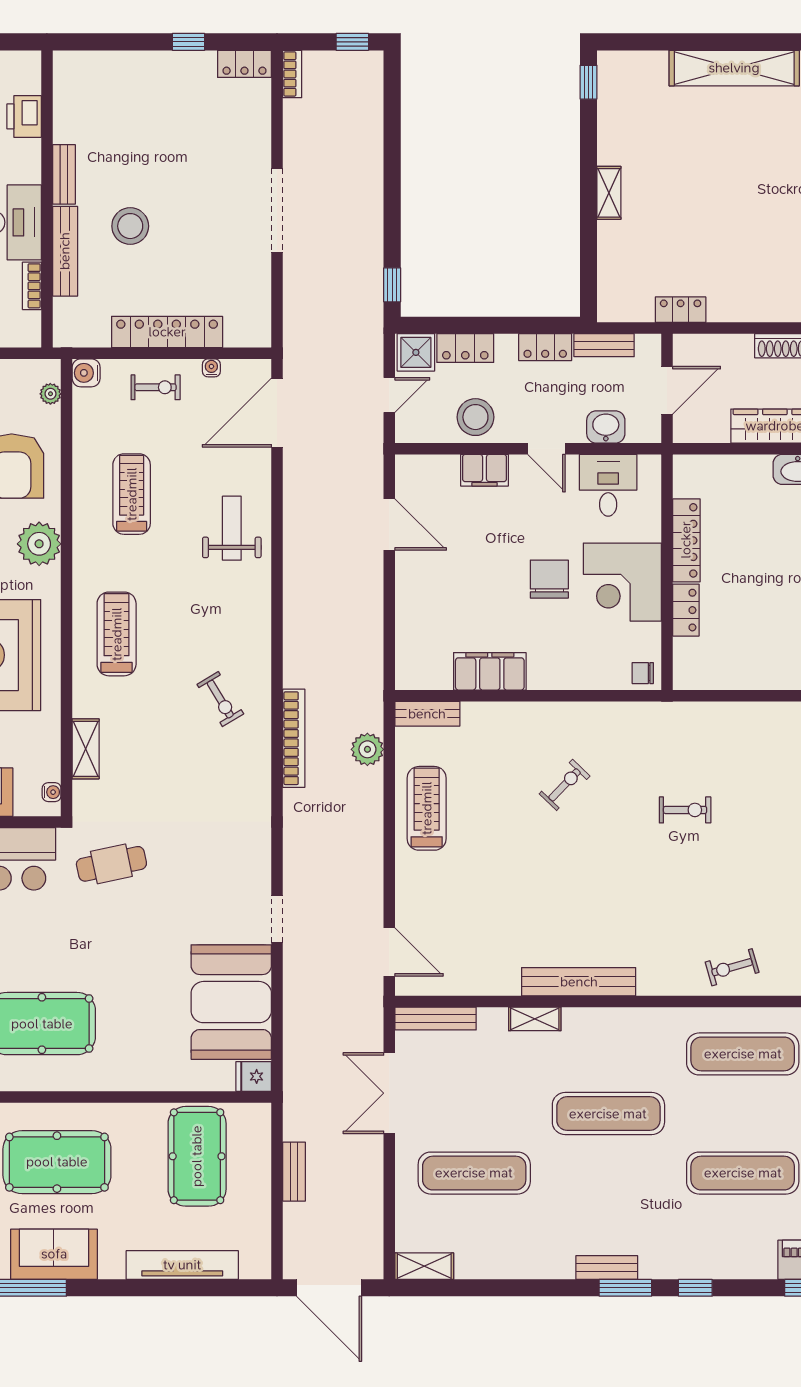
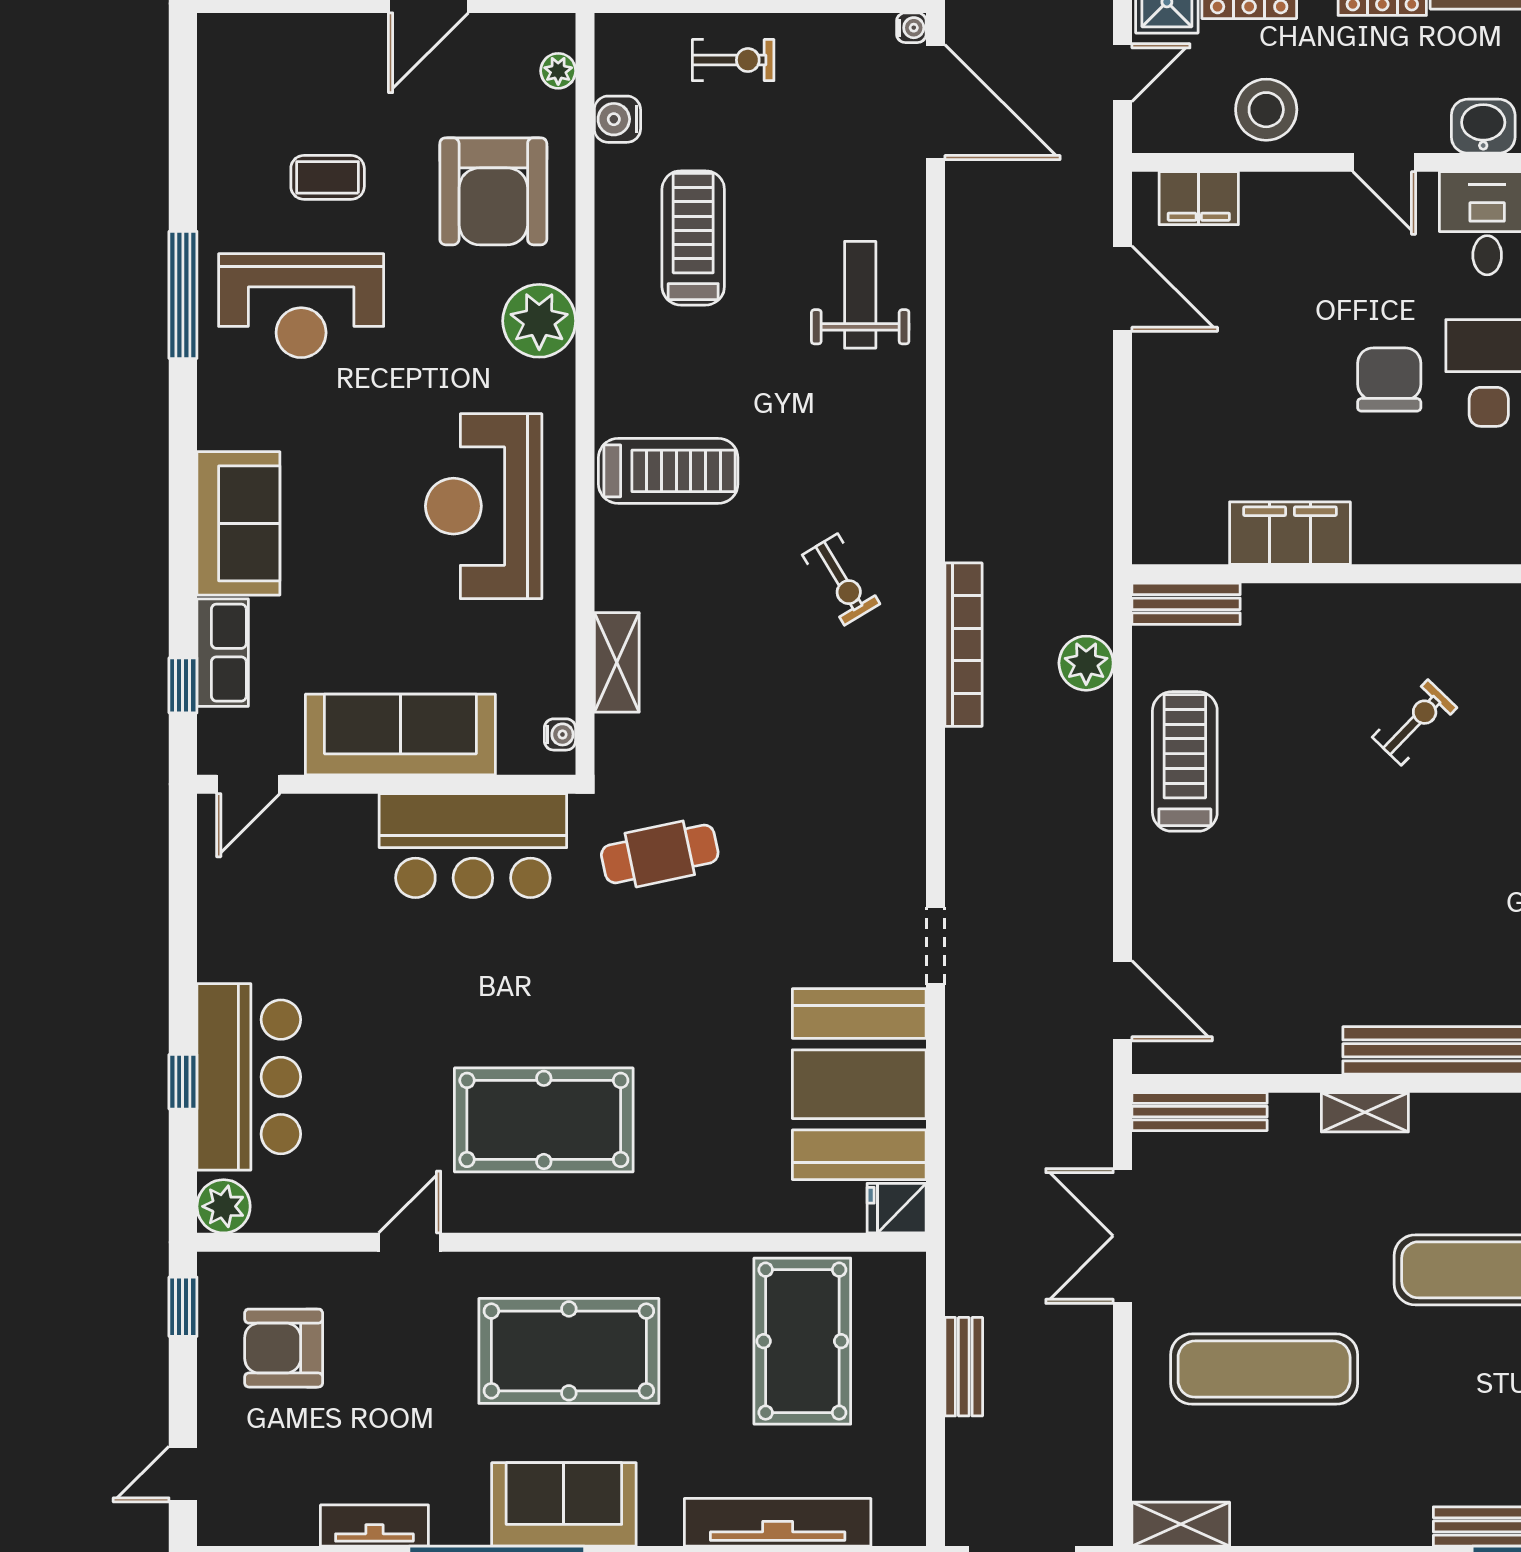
water cooler: (211, 368) -> (911, 28), moved, turned 90
water cooler: (86, 373) -> (617, 119), moved
door: (277, 413) -> (936, 102), swing flipped
filing cabinet: (485, 470) -> (1199, 198), moved
treadmill: (117, 634) -> (668, 471), turned 90

